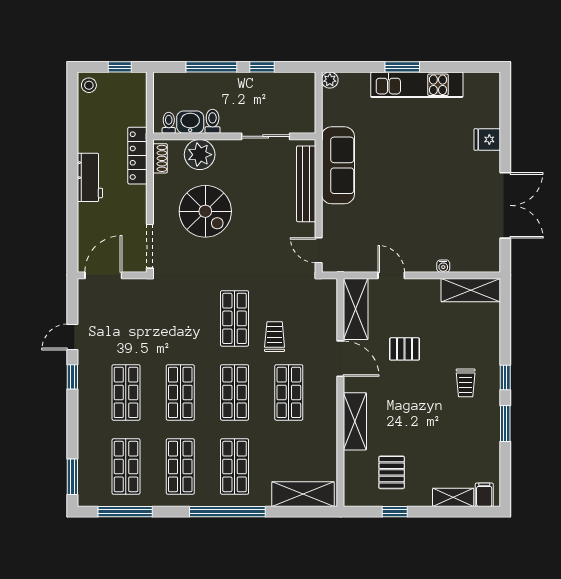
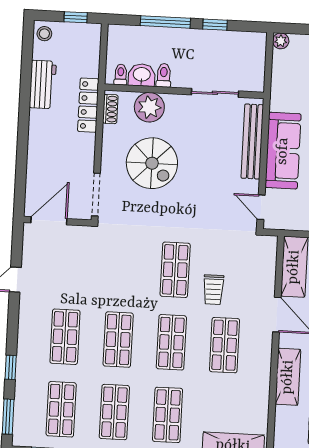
sofa: (338, 165) -> (283, 151), moved
workbench: (90, 177) -> (43, 84), moved
trolley: (275, 337) -> (213, 290), turned 180
window: (72, 377) -> (11, 367), moved

